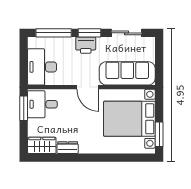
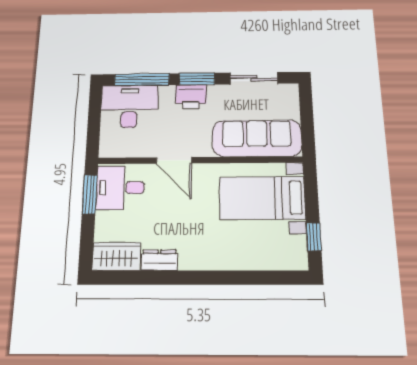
desk: (42, 67) -> (129, 106), moved, turned 90
door: (88, 87) -> (174, 160), moved
bed with nightstands: (129, 119) -> (262, 198), width x0.73
window: (159, 134) -> (314, 237), width x0.67

